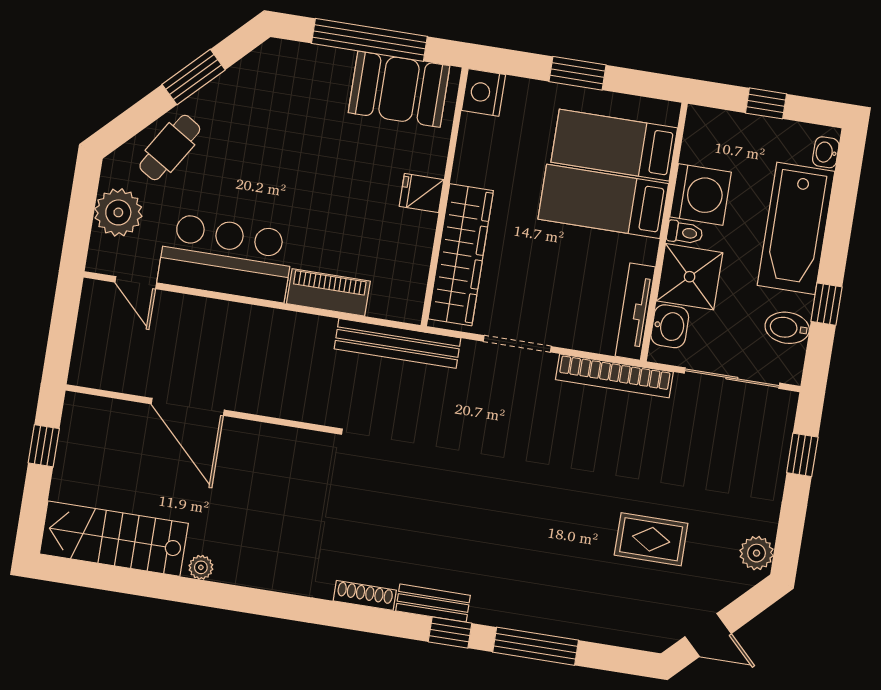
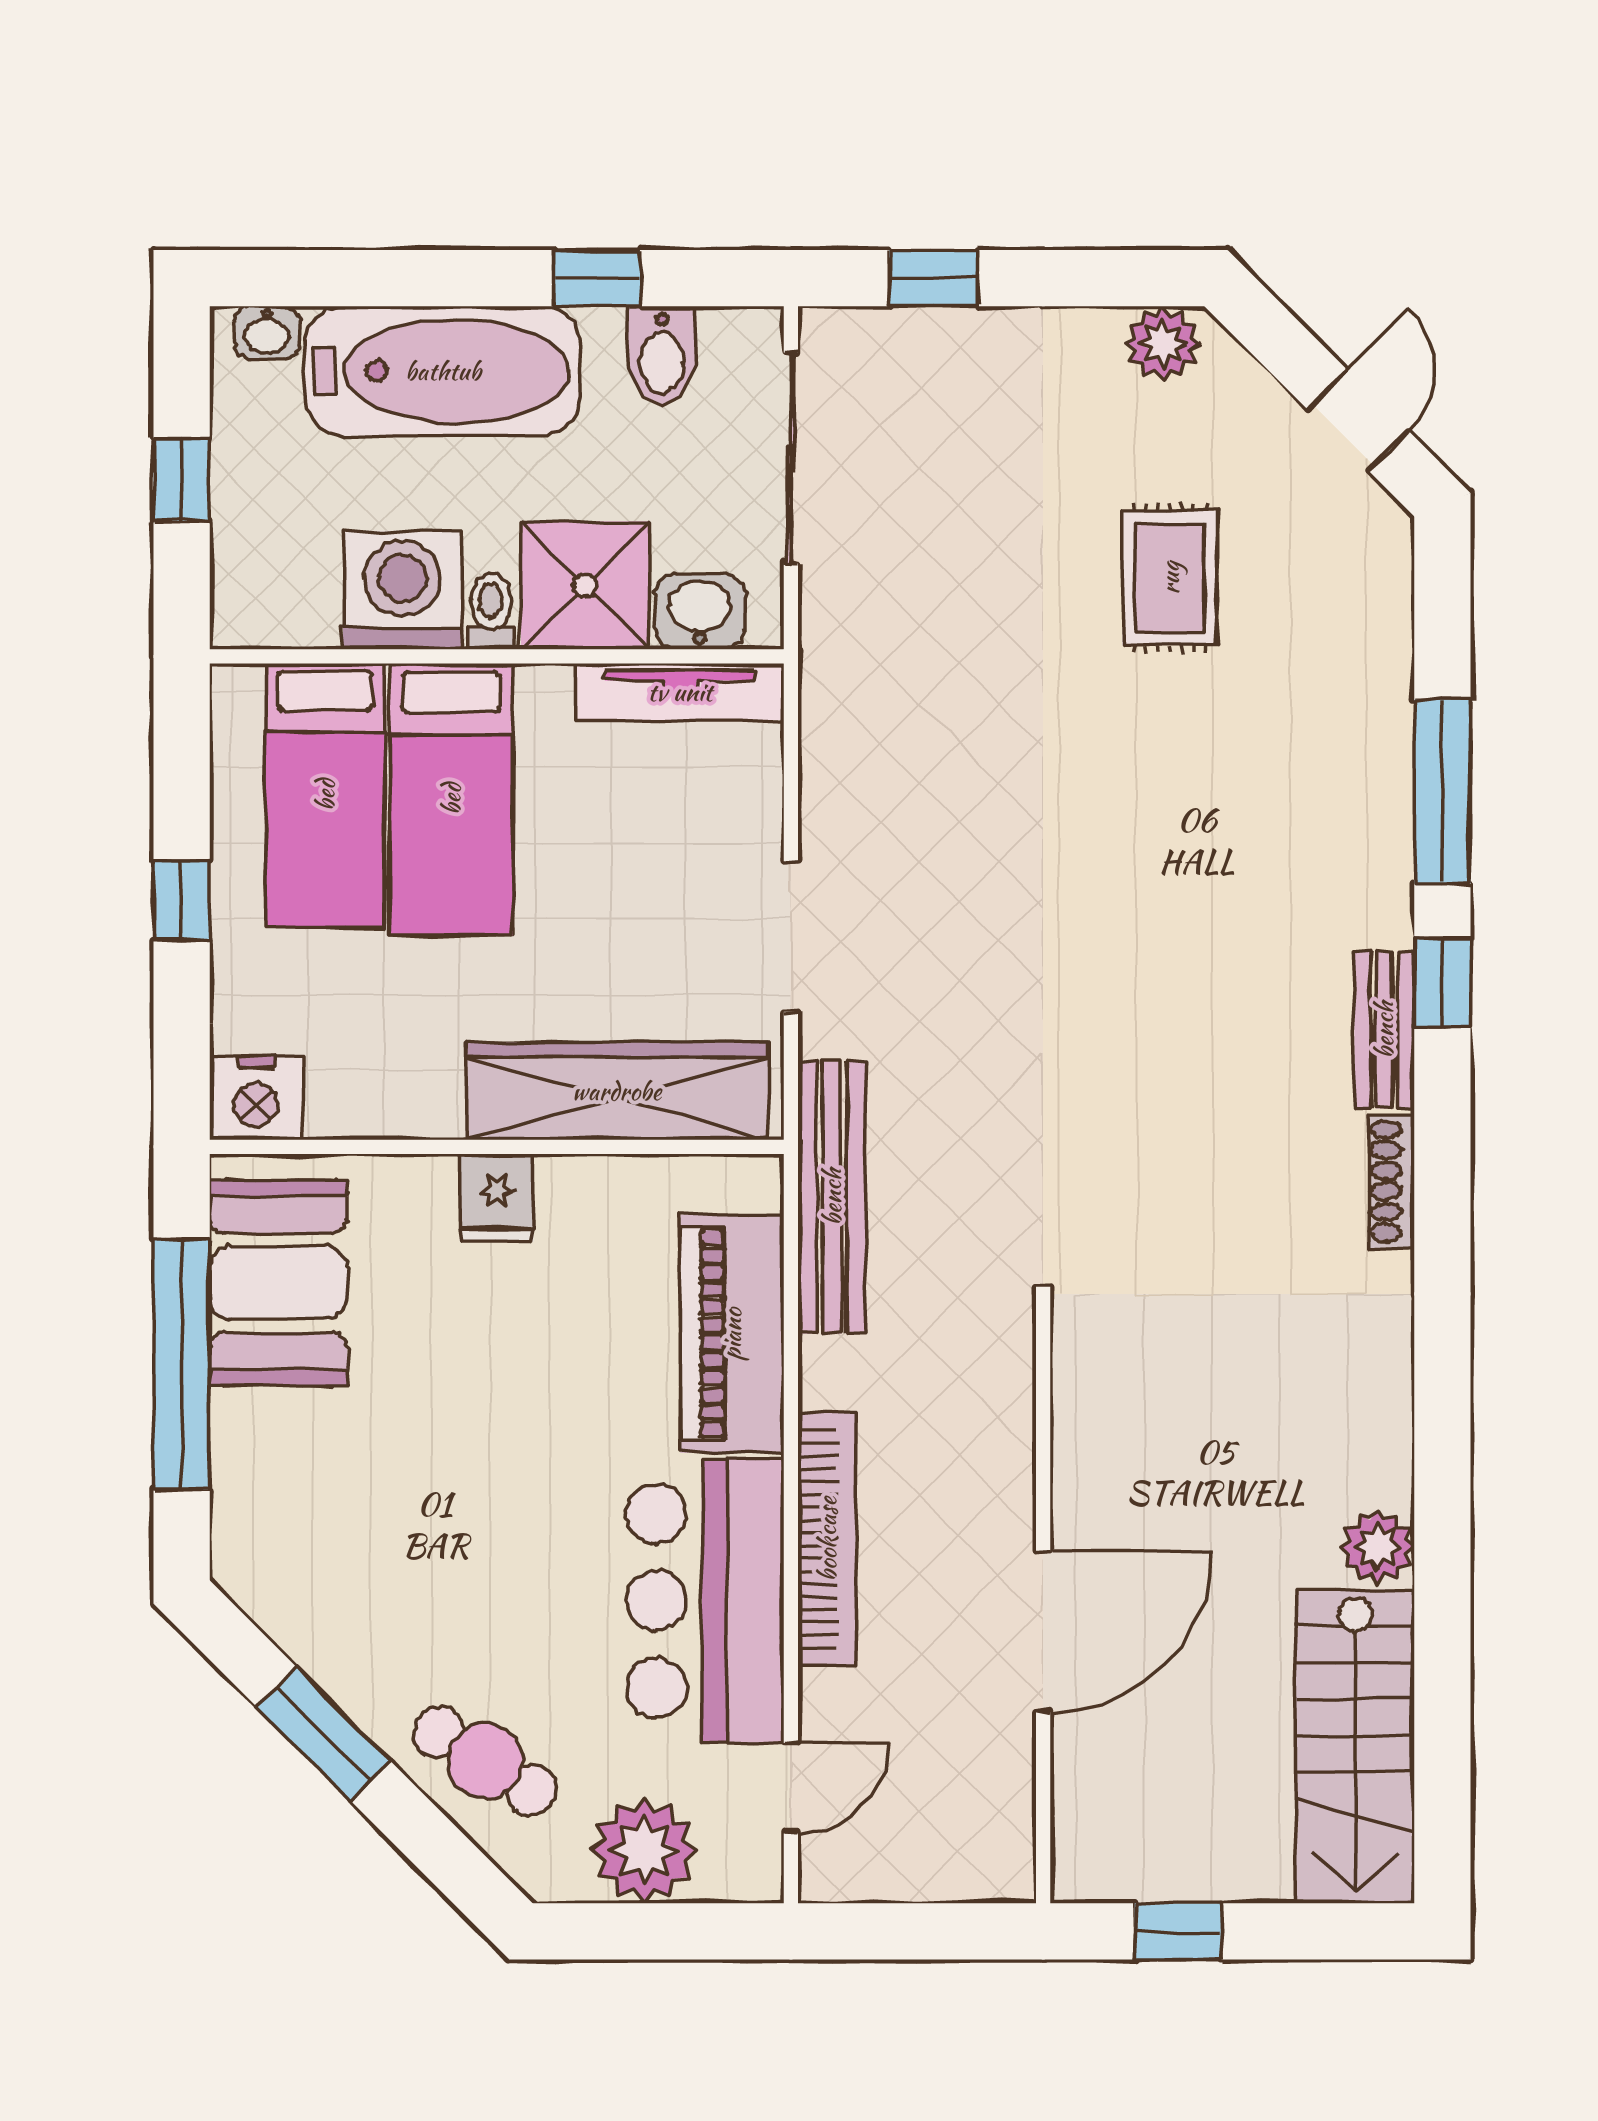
window: (577, 73) -> (182, 900), width x0.67
piano: (328, 292) -> (732, 1334), width x1.37, depth x1.33
bookcase: (614, 376) -> (827, 1539), moved
plant: (201, 567) -> (1377, 1547), width x1.38, depth x1.38

